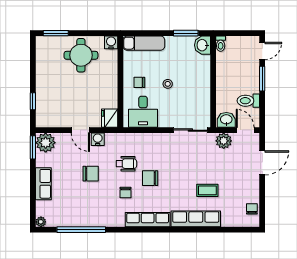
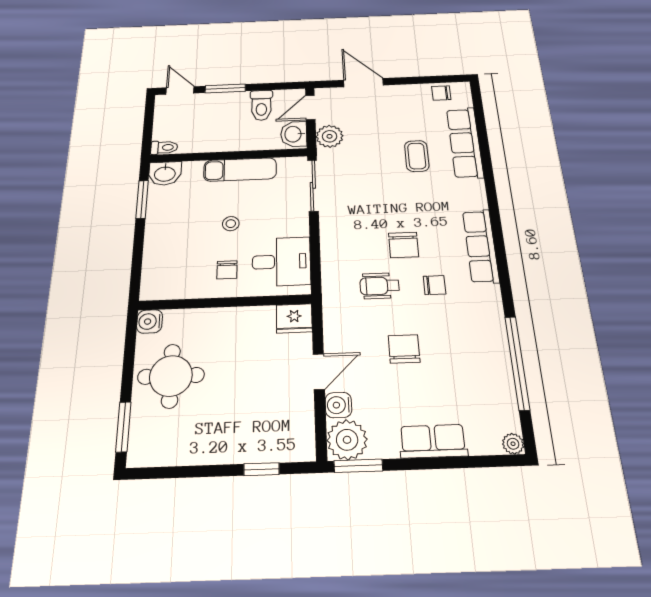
exam couch: (144, 43) -> (240, 170), moved, turned 90
water cooler: (98, 139) -> (338, 405), moved
wheelchair: (126, 164) -> (380, 286), turned -90
row of seats: (196, 219) -> (465, 143), moved

